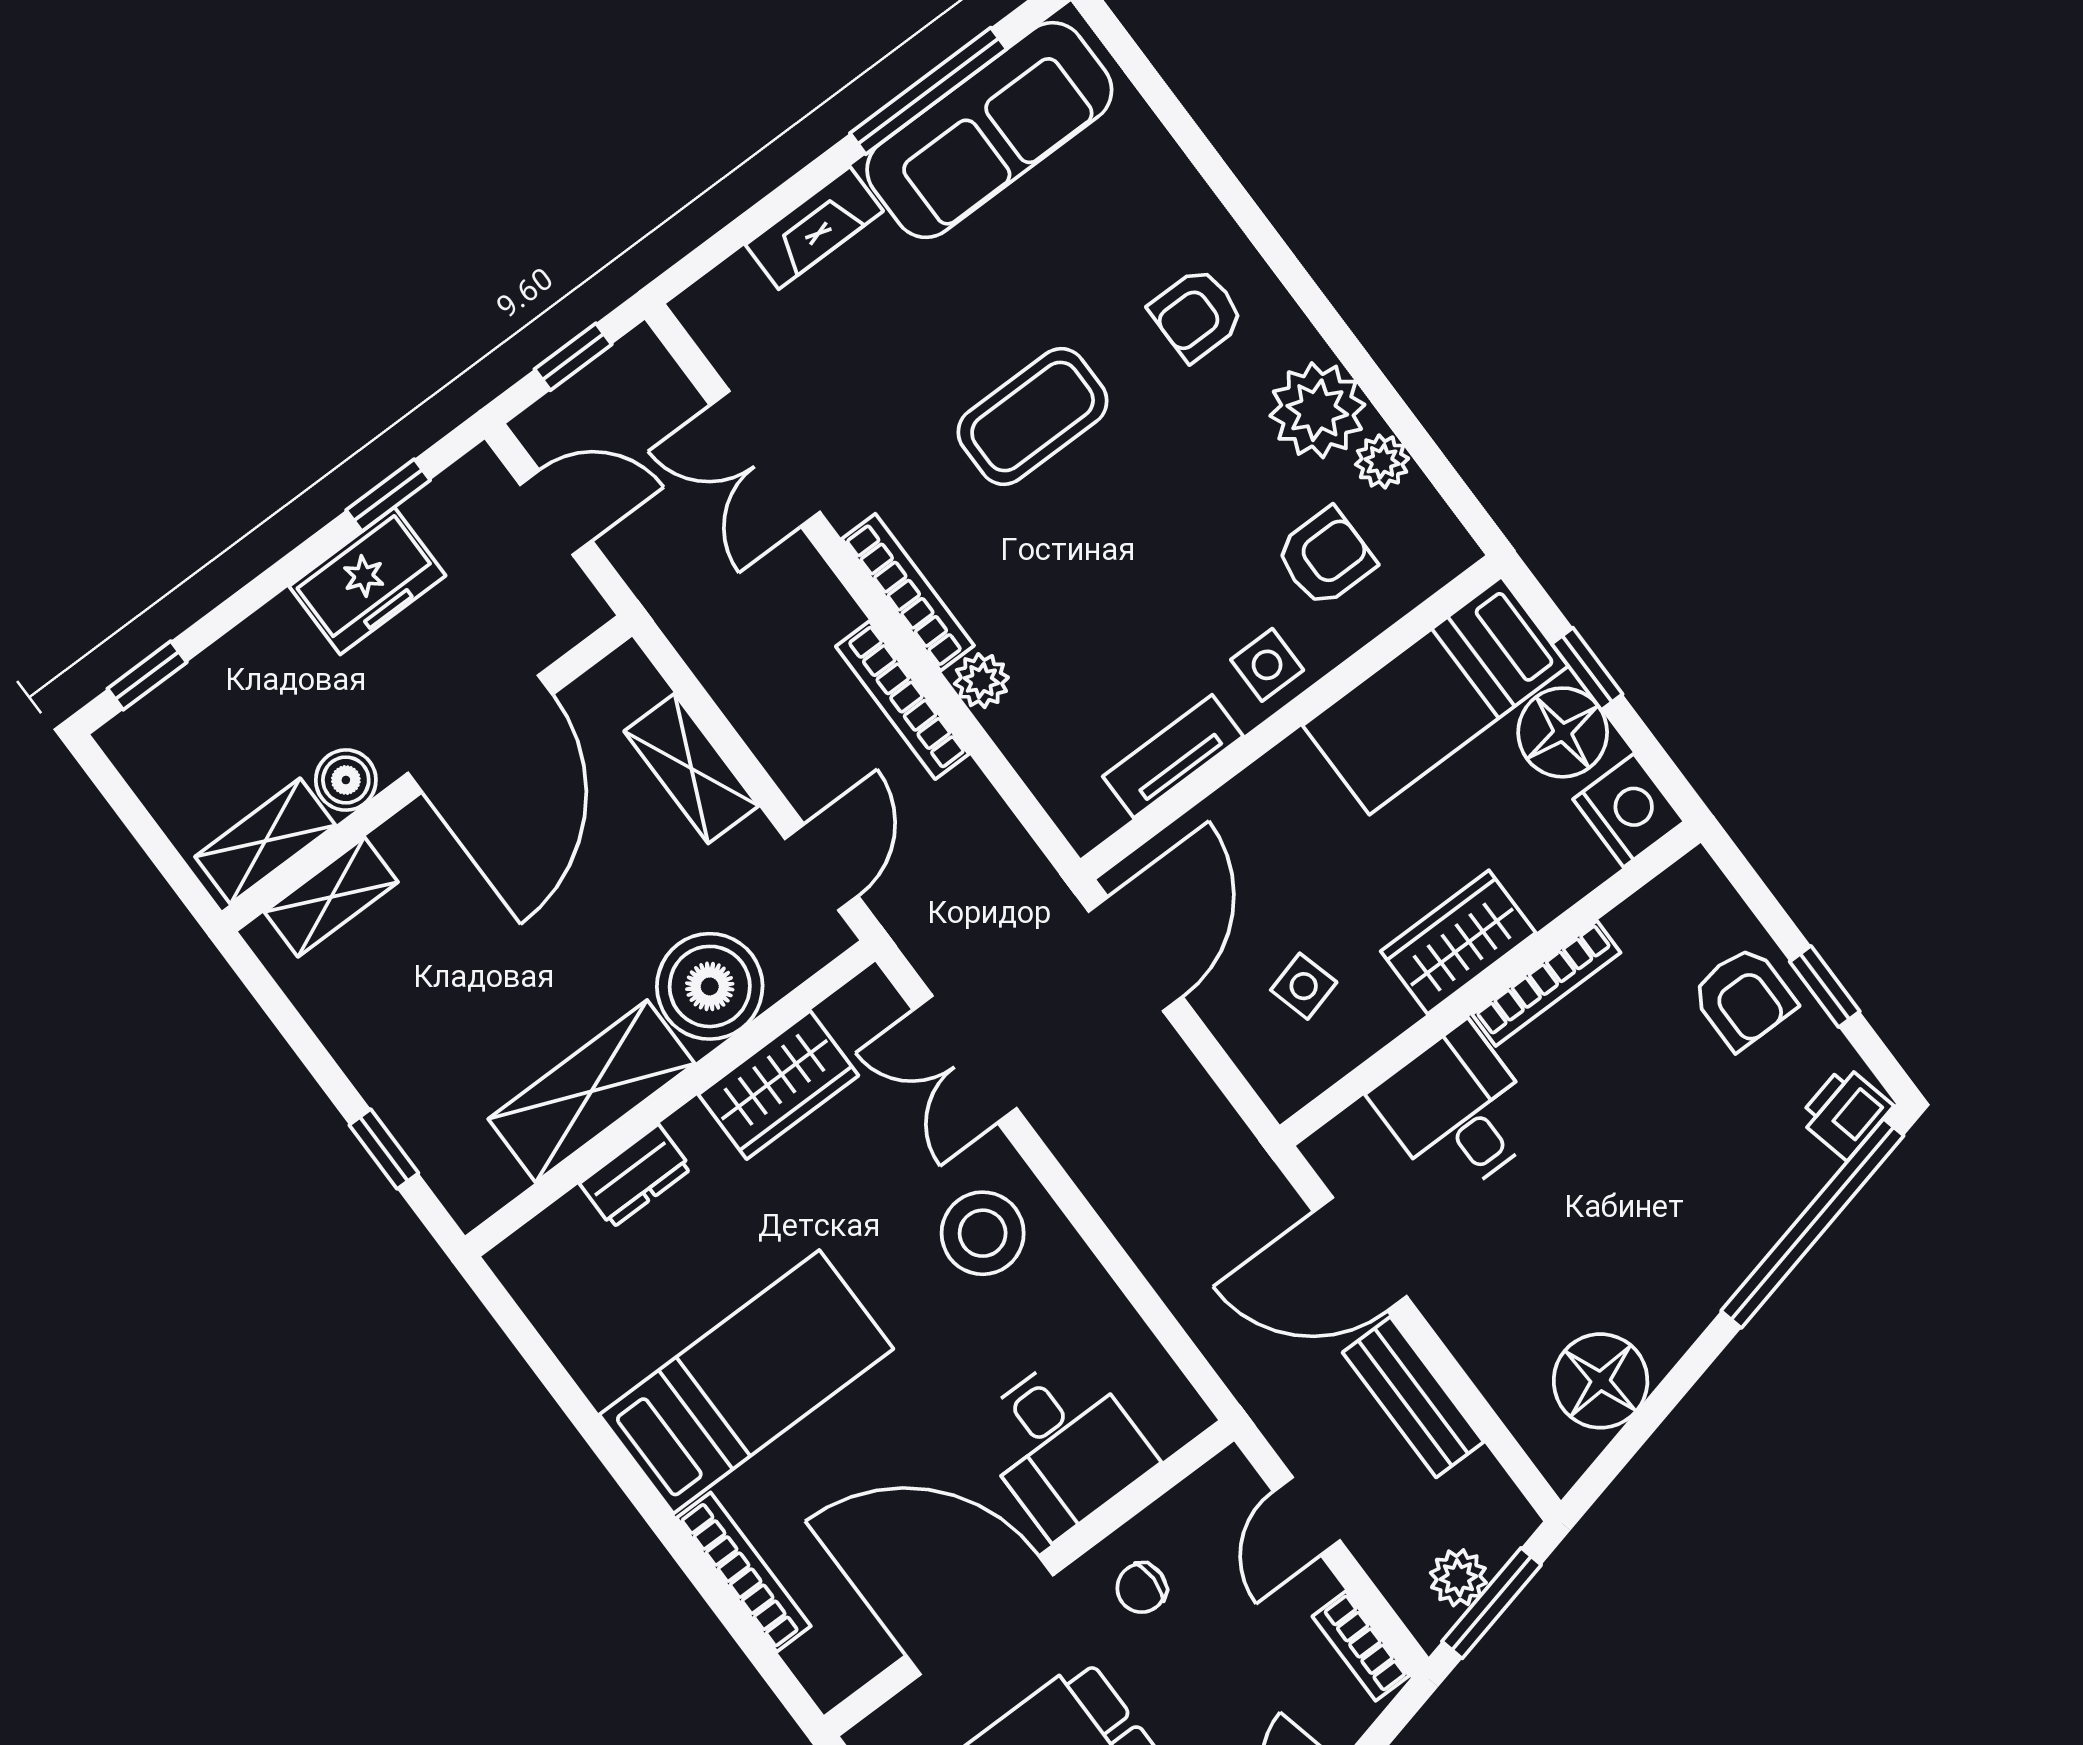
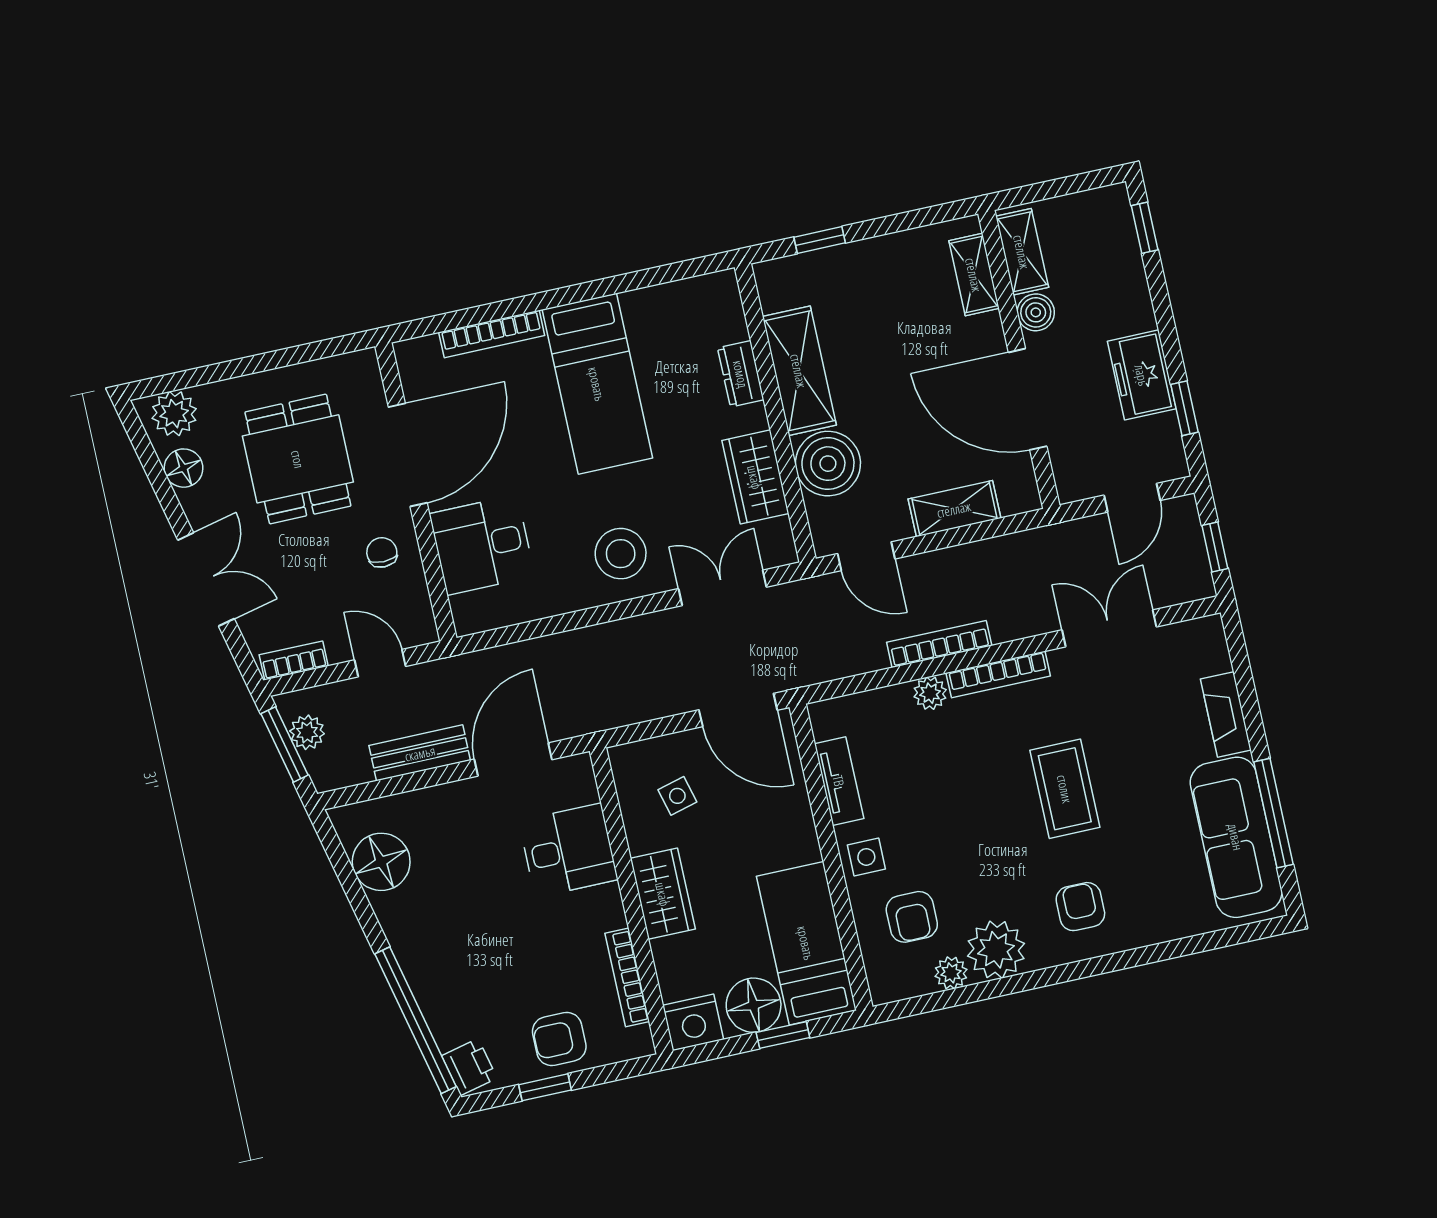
bookcase: (1546, 983) -> (627, 977), moved

